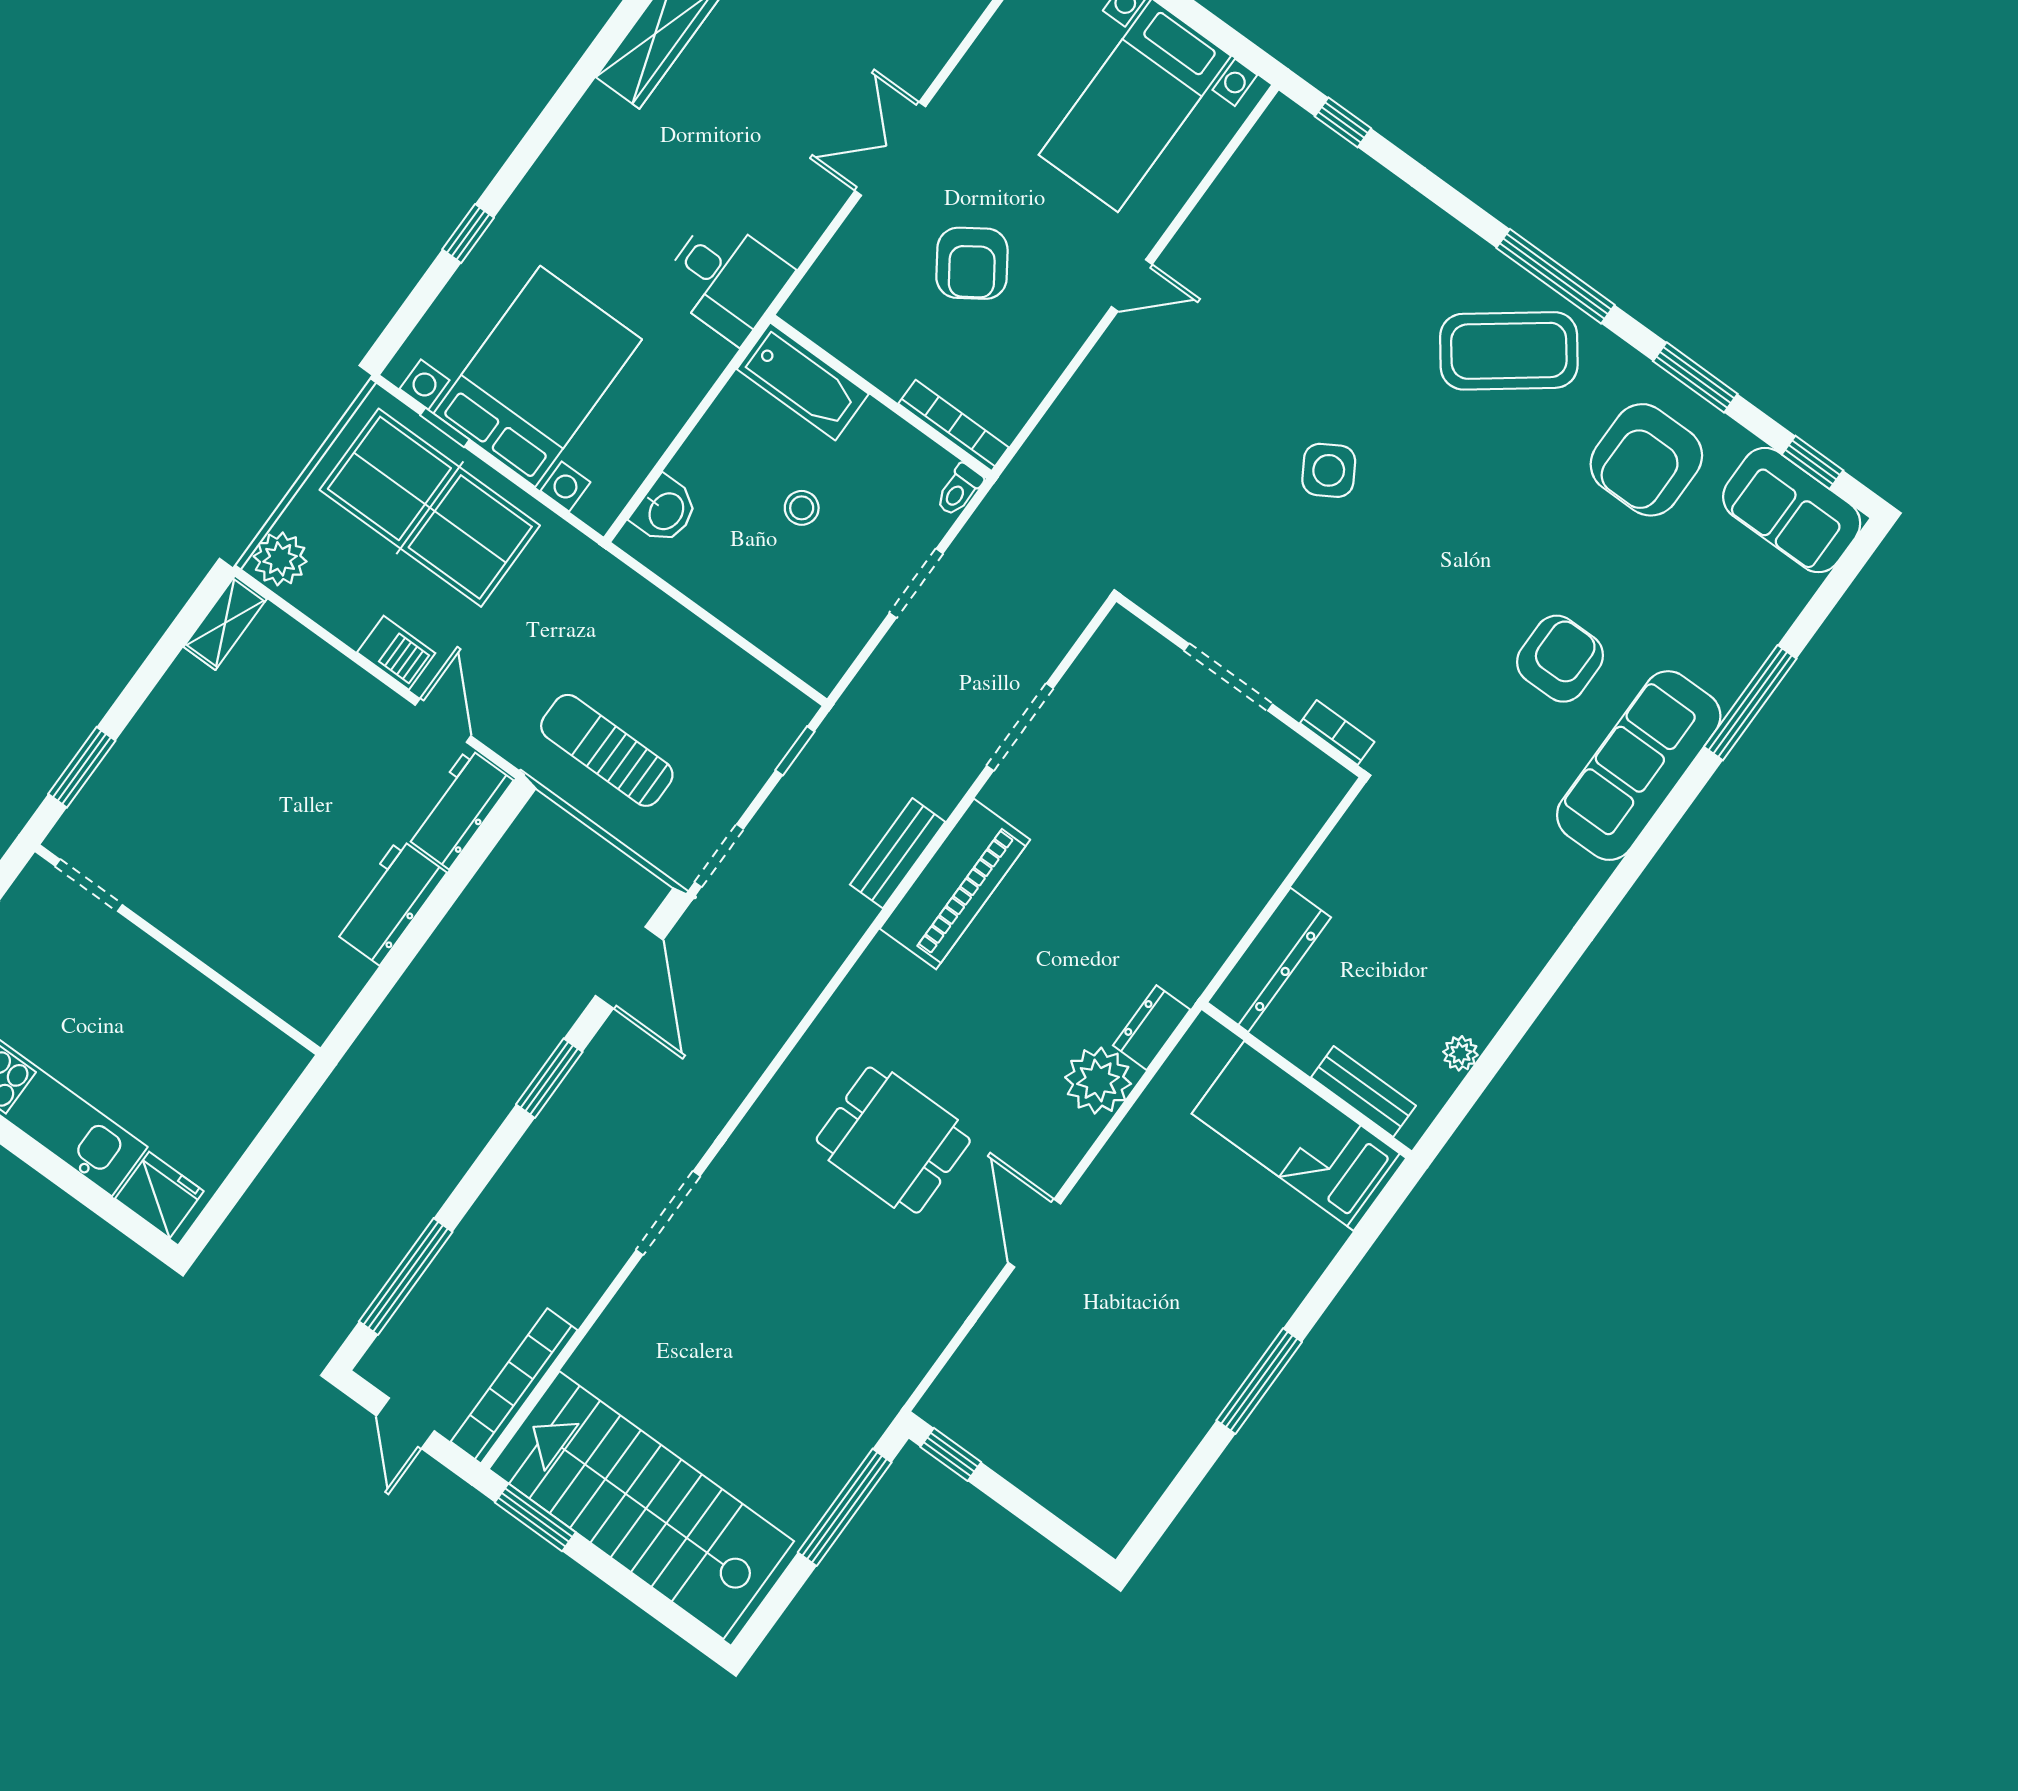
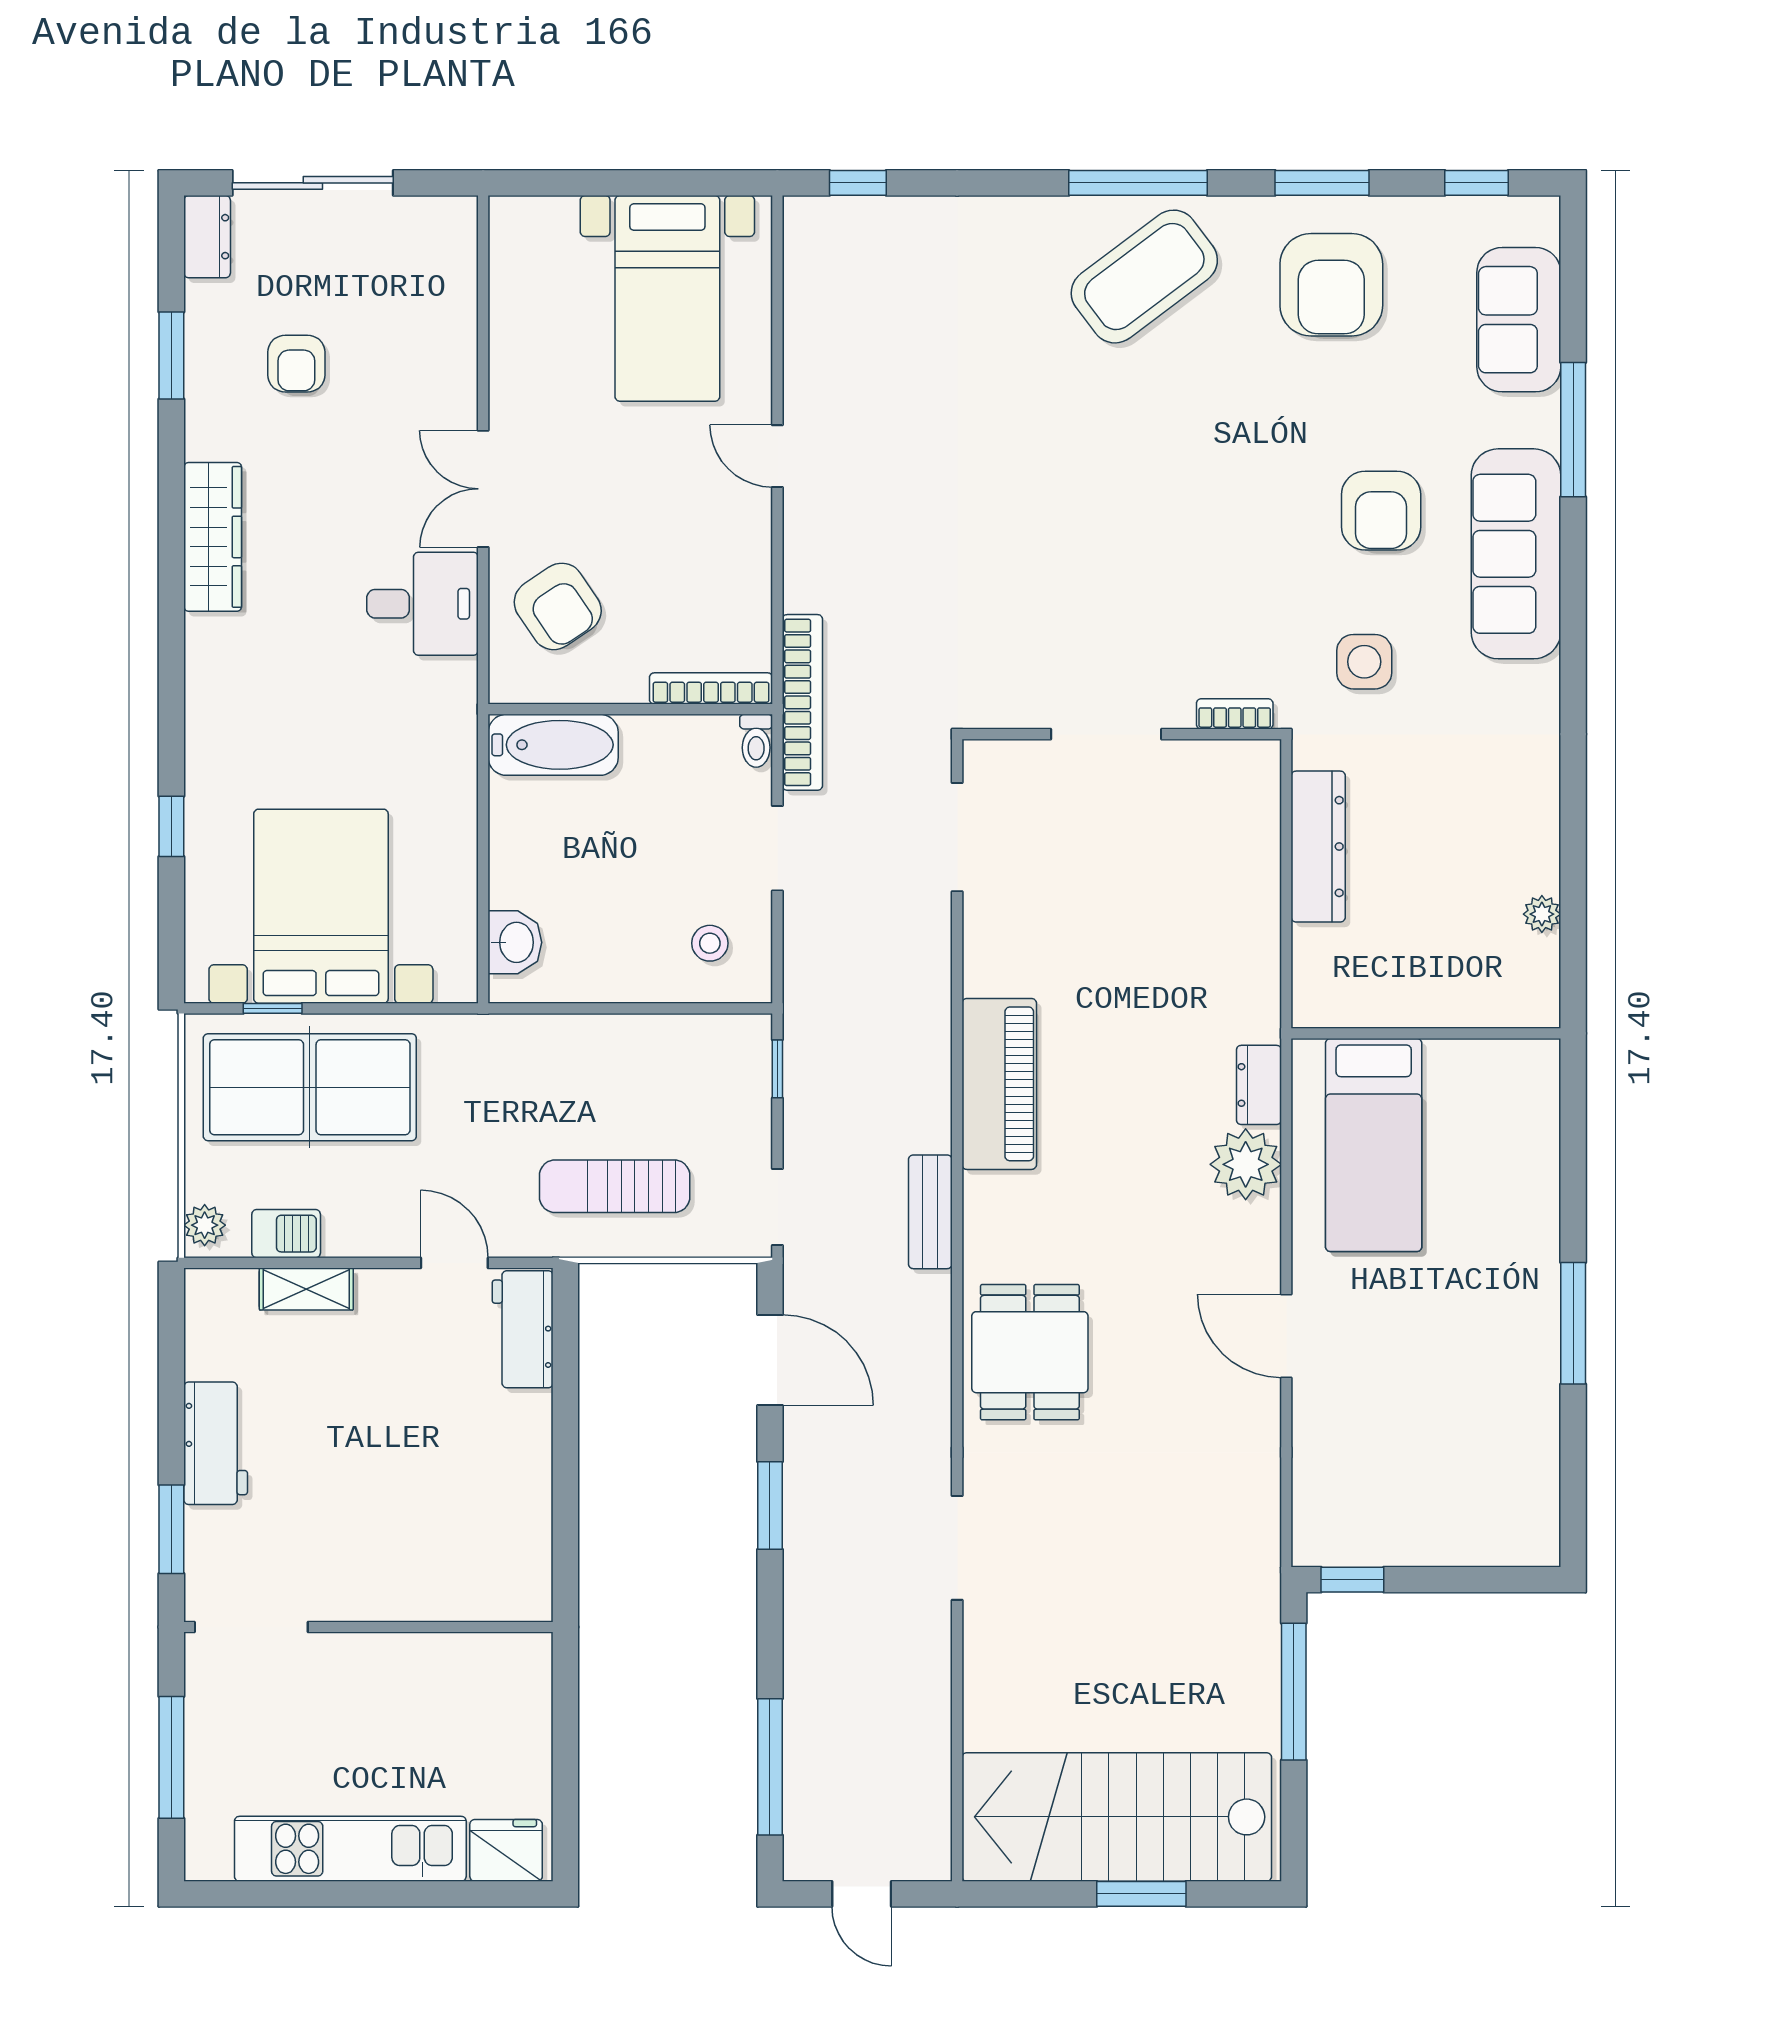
armchair: (972, 263) -> (558, 606), moved
desk: (726, 279) -> (423, 604), moved
door: (1132, 286) -> (777, 456), swing flipped
side table: (1329, 470) -> (1364, 662), moved, turned 31
stool: (802, 508) -> (710, 943), moved
sofa: (1792, 510) -> (1519, 320), moved, turned 90
plant: (280, 559) -> (205, 1225), width x0.73, depth x0.73
shelving: (225, 623) -> (306, 1289), moved, turned 90
barbecue: (396, 653) -> (286, 1234), moved
armchair: (1560, 659) -> (1381, 511), turned 180
doorway: (1020, 727) -> (957, 837), moved
bench: (898, 853) -> (930, 1212), moved
doorway: (89, 885) -> (251, 1627), width x1.38
workbench: (389, 902) -> (216, 1443), moved, turned 180
dresser: (1269, 960) -> (1318, 847), moved
bench: (1363, 1091) -> (1482, 1008), removed
bed: (1299, 1136) -> (1374, 1145), moved, turned -90
dining table: (893, 1140) -> (1030, 1352), moved, turned 90
bookcase: (514, 1386) -> (802, 702), moved, turned 180
window: (535, 1517) -> (1141, 1894), moved

